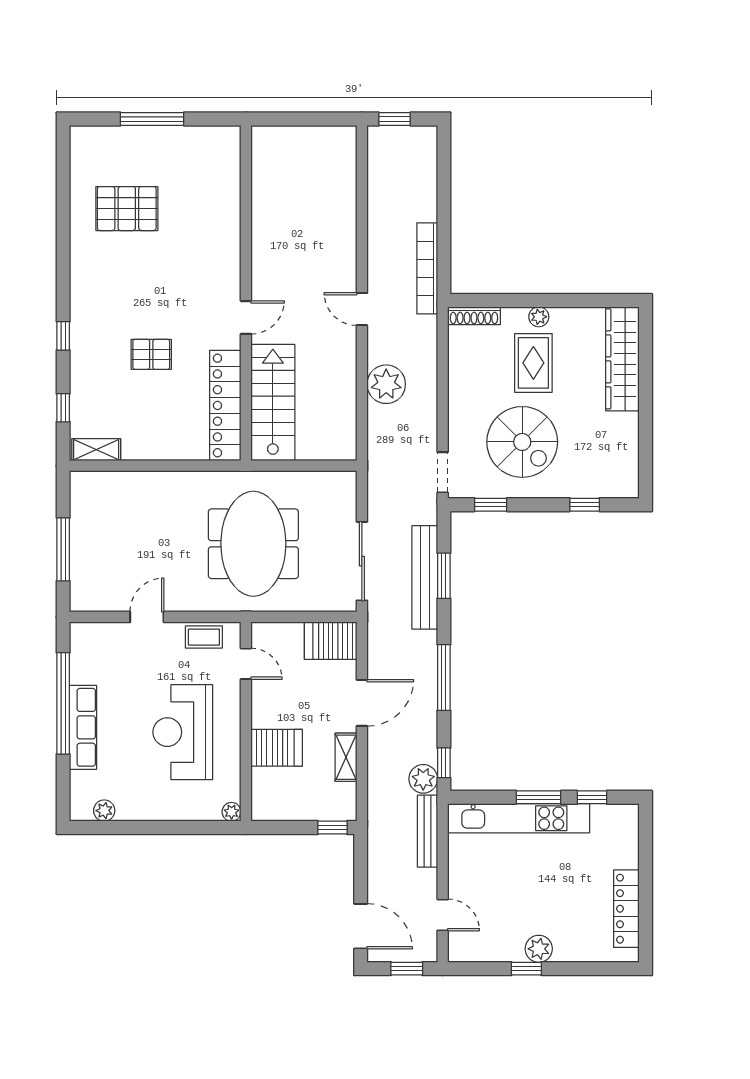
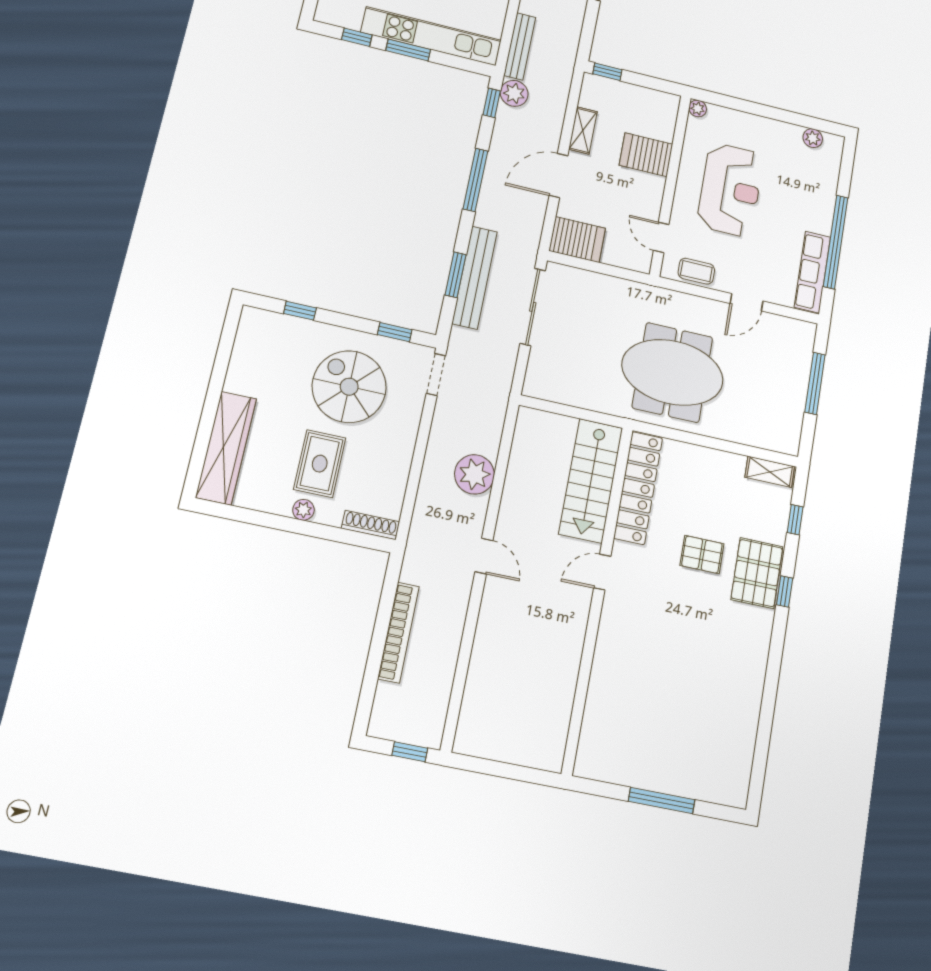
pallet: (127, 209) -> (757, 573), moved, turned 90
bookcase: (427, 268) -> (399, 632), moved
meeting table: (253, 544) -> (672, 372), moved, turned 90
row of seats: (83, 727) -> (812, 272), moved

